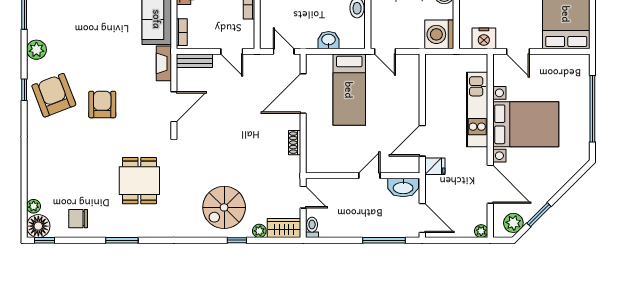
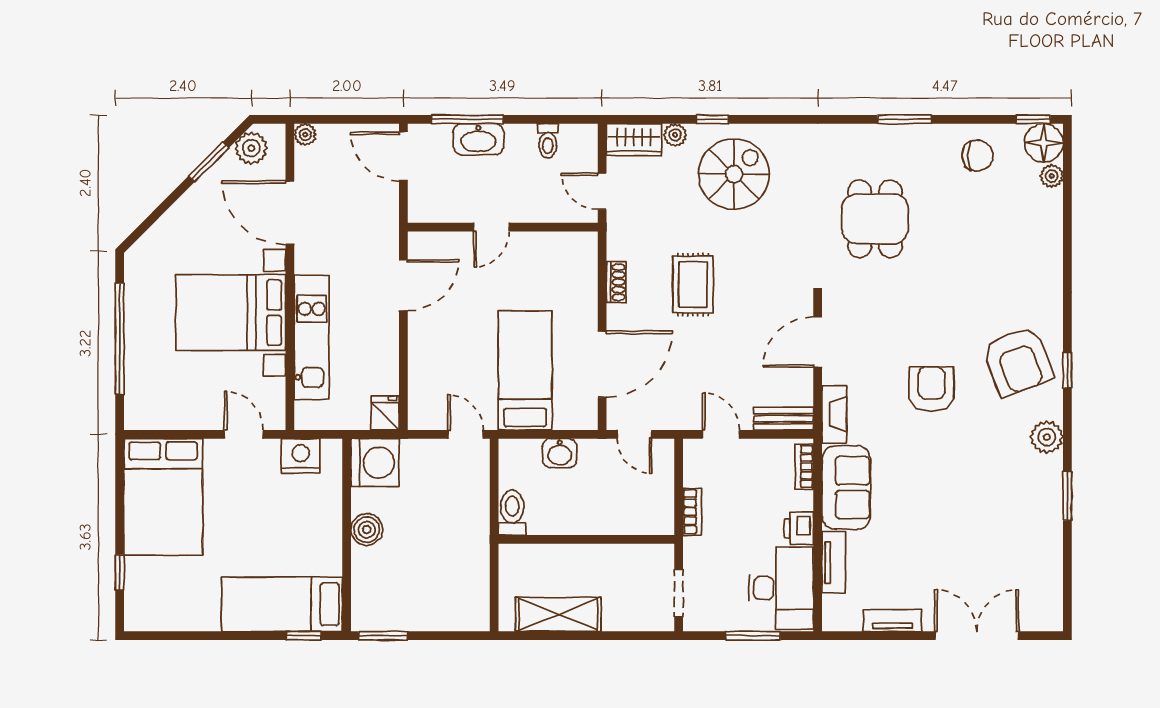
armchair: (102, 104) -> (932, 389), moved, turned 180
rug: (249, 141) -> (693, 285), added
fridge: (435, 166) -> (385, 413), moved, turned 90
washbasin: (403, 187) -> (478, 139), moved, turned 180
toilet: (312, 227) -> (548, 141), moved

